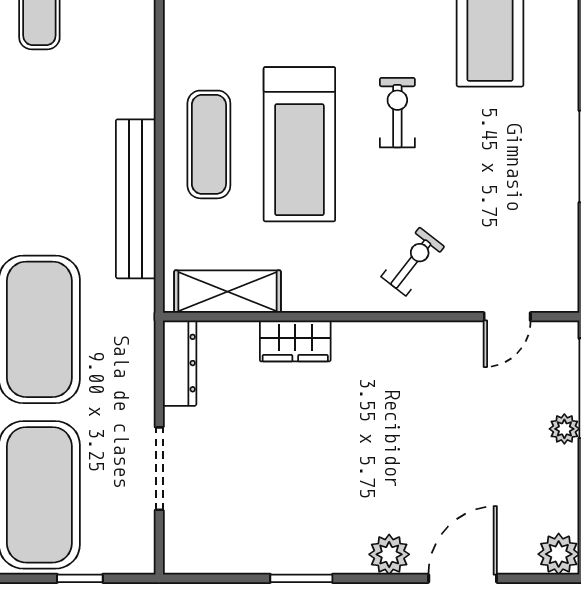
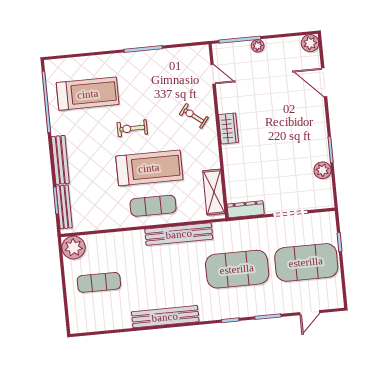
wardrobe: (295, 341) -> (228, 128), moved
plant: (389, 554) -> (323, 170), moved

